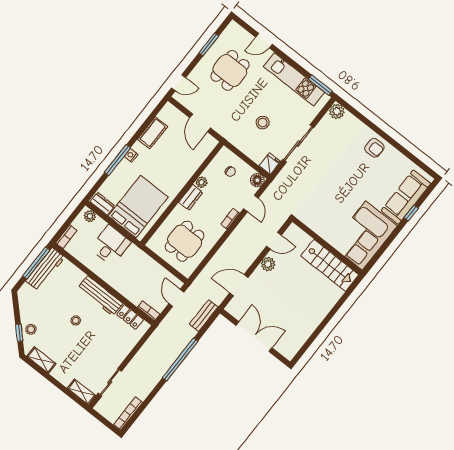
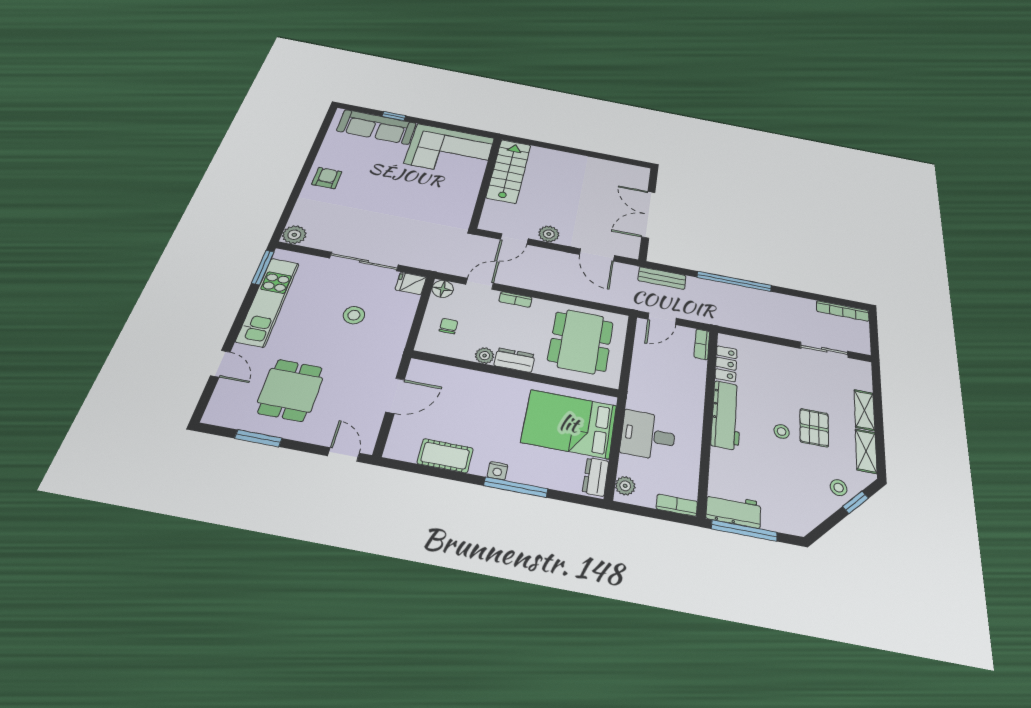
dining table: (230, 70) -> (290, 390), turned 90
dining table: (185, 241) -> (581, 341), width x1.38
door: (274, 241) -> (514, 239), swing flipped
workbench: (45, 269) -> (733, 510), width x0.73
pallet: (69, 341) -> (814, 428), added
shelving: (82, 392) -> (864, 410), moved

